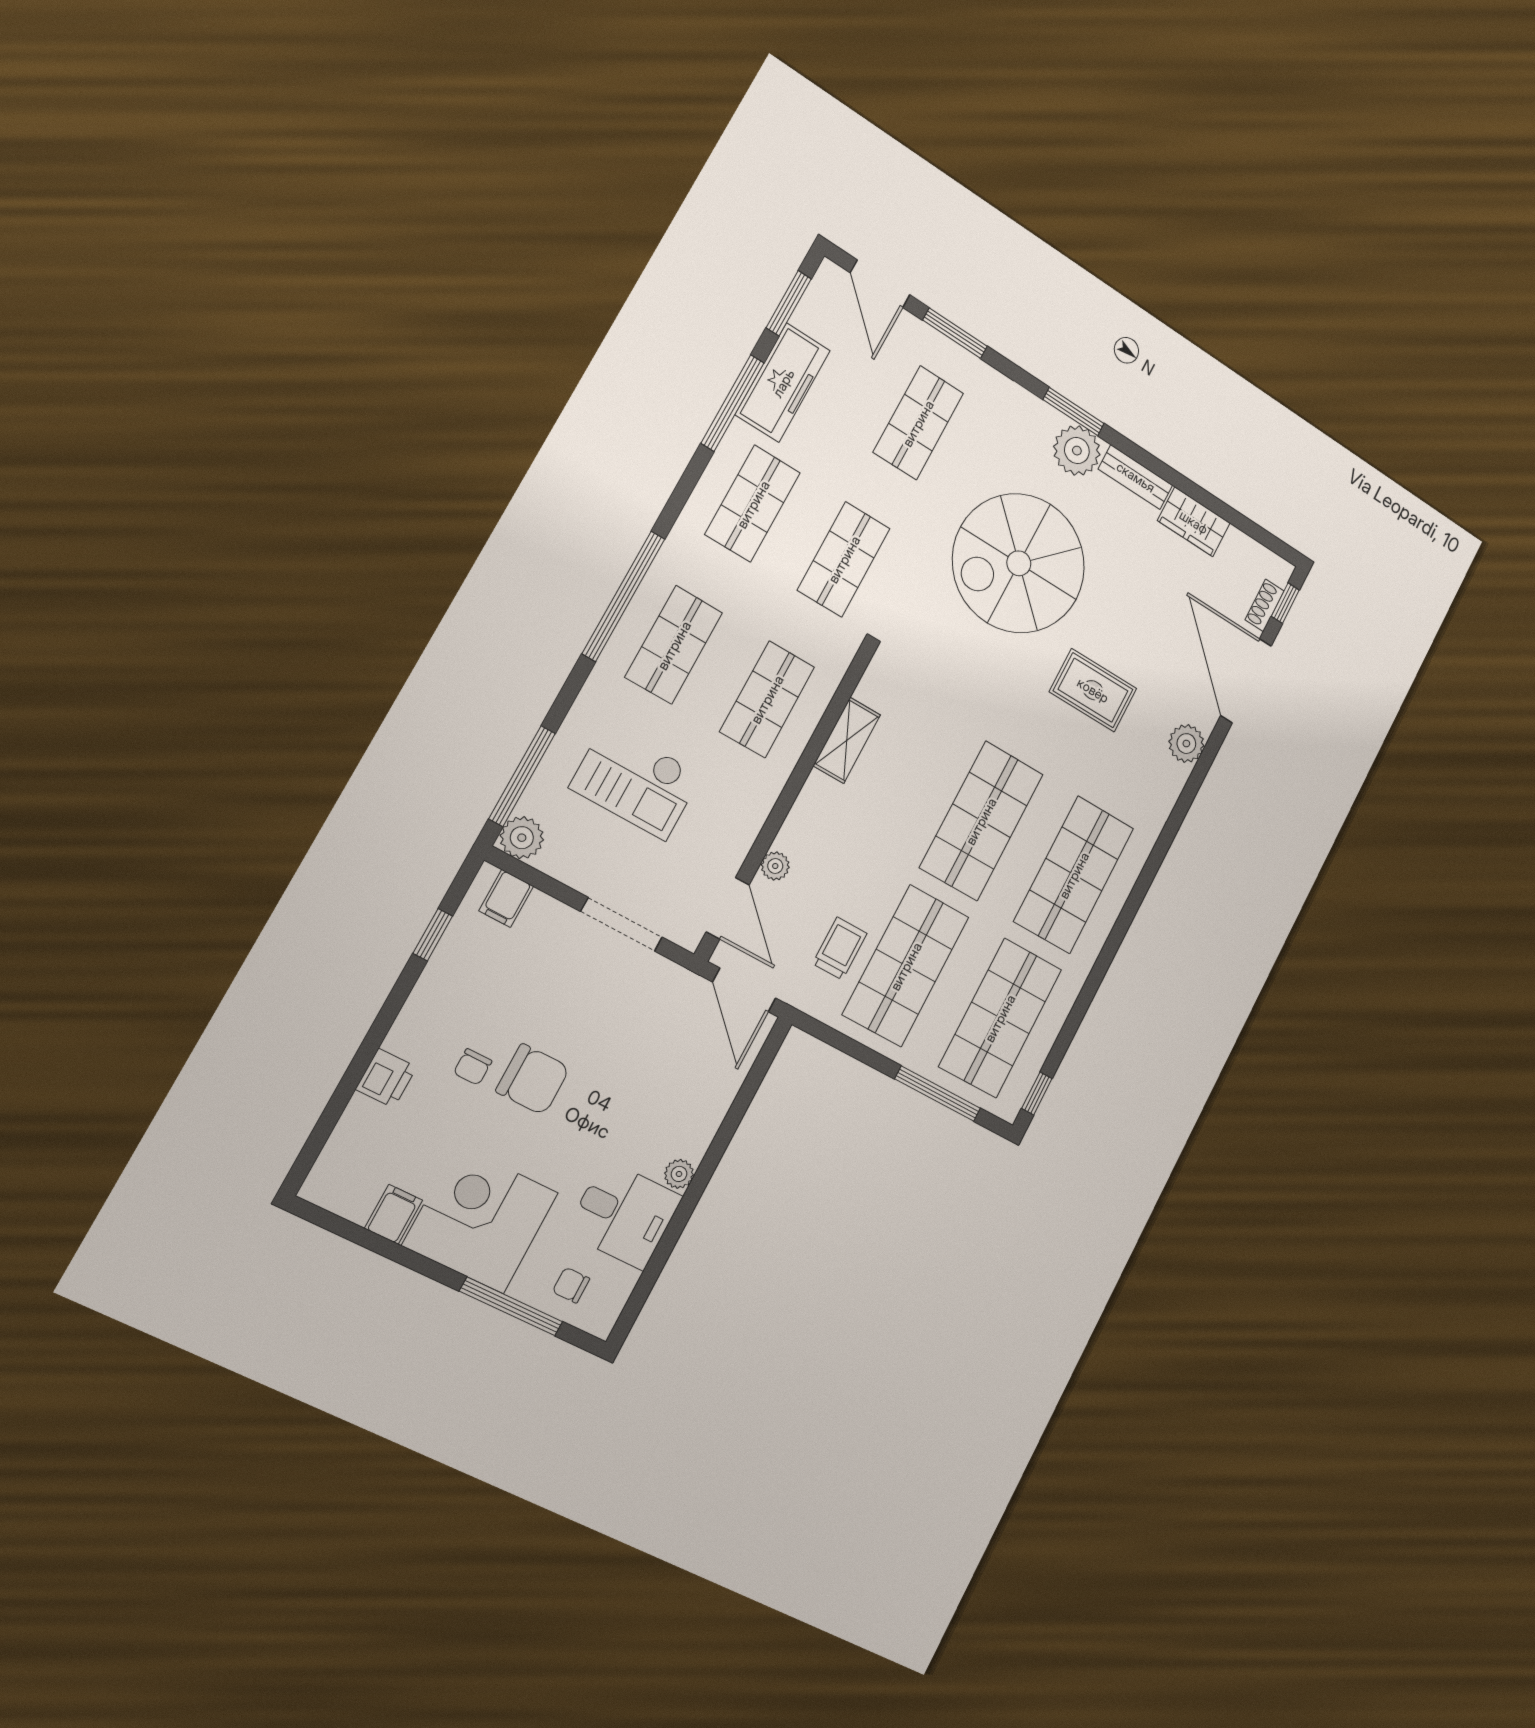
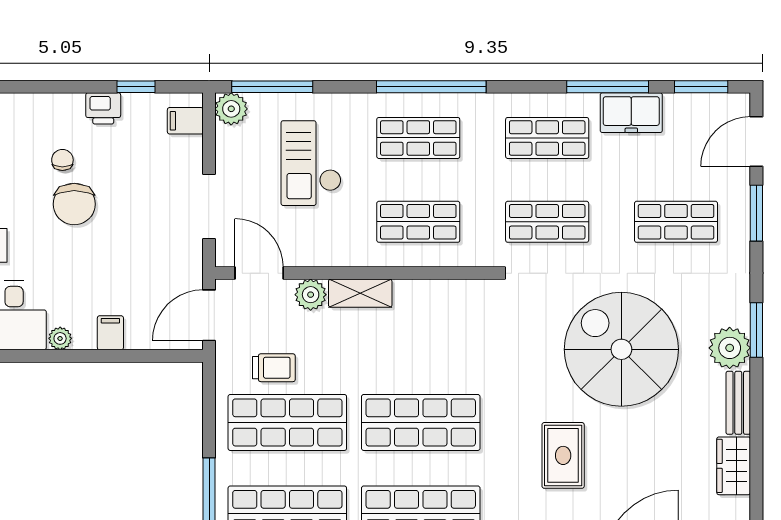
freezer: (783, 383) -> (631, 113), width x0.71
shelving: (847, 740) -> (360, 293), moved
plant: (775, 866) -> (311, 295), width x1.38, depth x1.38
door: (728, 908) -> (259, 273), swing flipped
chair: (473, 1067) -> (62, 160), turned 90
printer: (386, 1078) -> (103, 108), moved
filing cabinet: (704, 1113) -> (110, 333), added

